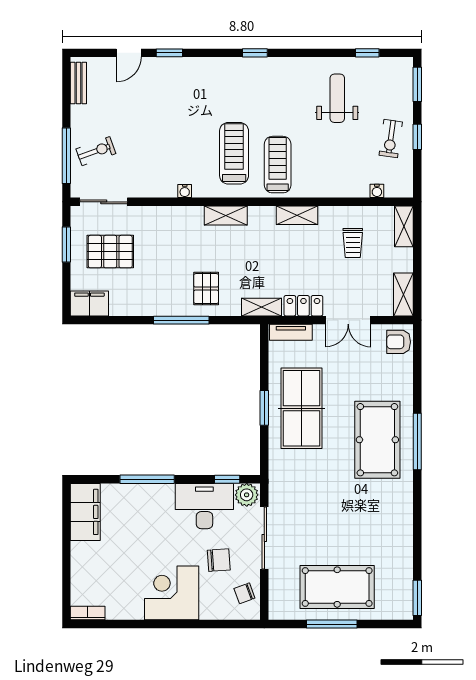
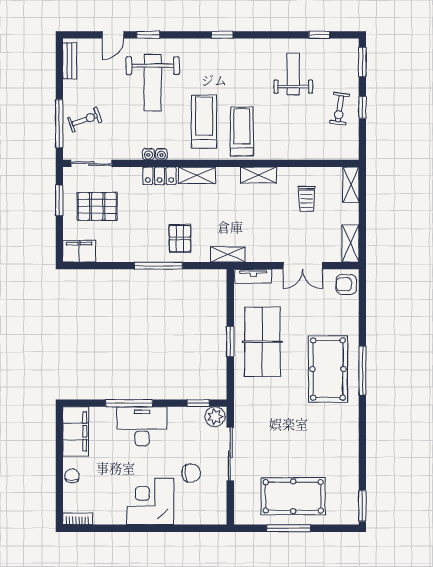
weight bench: (174, 108) -> (153, 83), added
water cooler: (377, 191) -> (148, 154), moved
locker: (303, 306) -> (159, 176), moved, turned 180
desk: (204, 506) -> (142, 426), moved
chair: (244, 593) -> (72, 476), moved, turned 110

